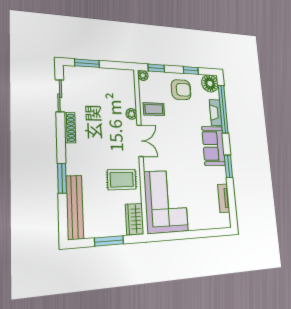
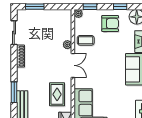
rug: (122, 180) -> (57, 94), turned 90

